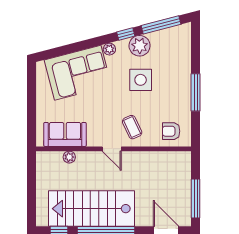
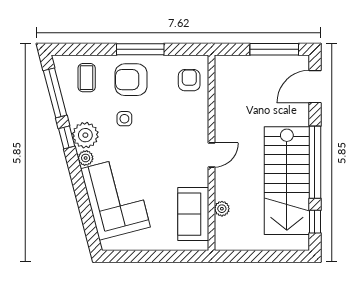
plant: (140, 46) -> (85, 135), moved
side table: (141, 80) -> (124, 119), width x0.54, depth x0.54
armchair: (172, 85) -> (131, 80), added
coffee table: (132, 127) -> (87, 78), moved, turned -65
armchair: (171, 131) -> (189, 80), turned 180

